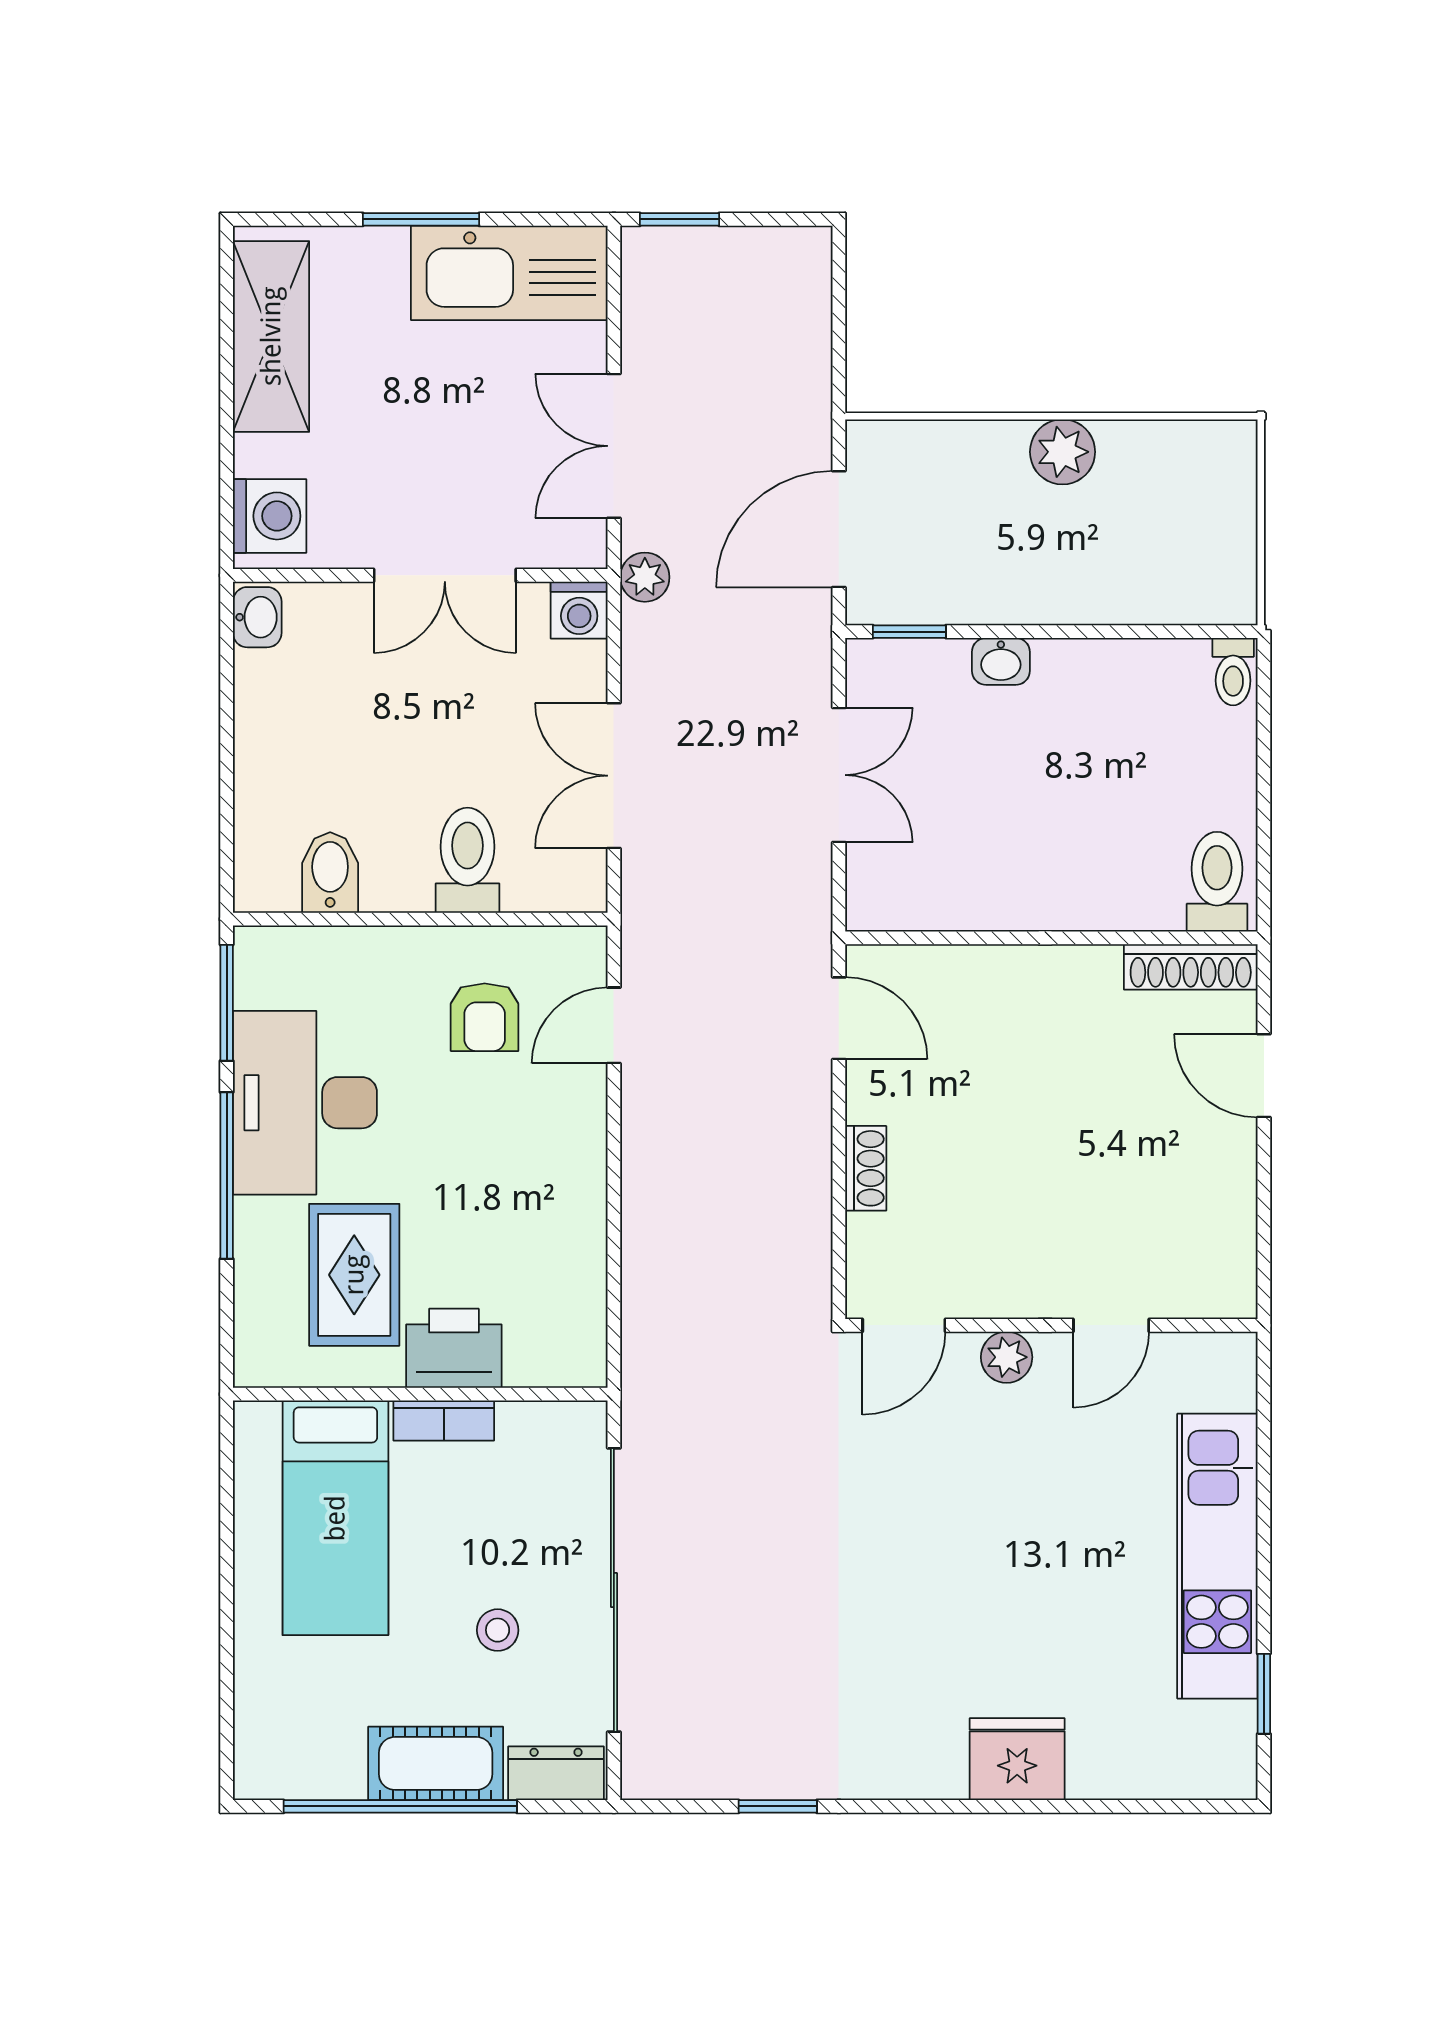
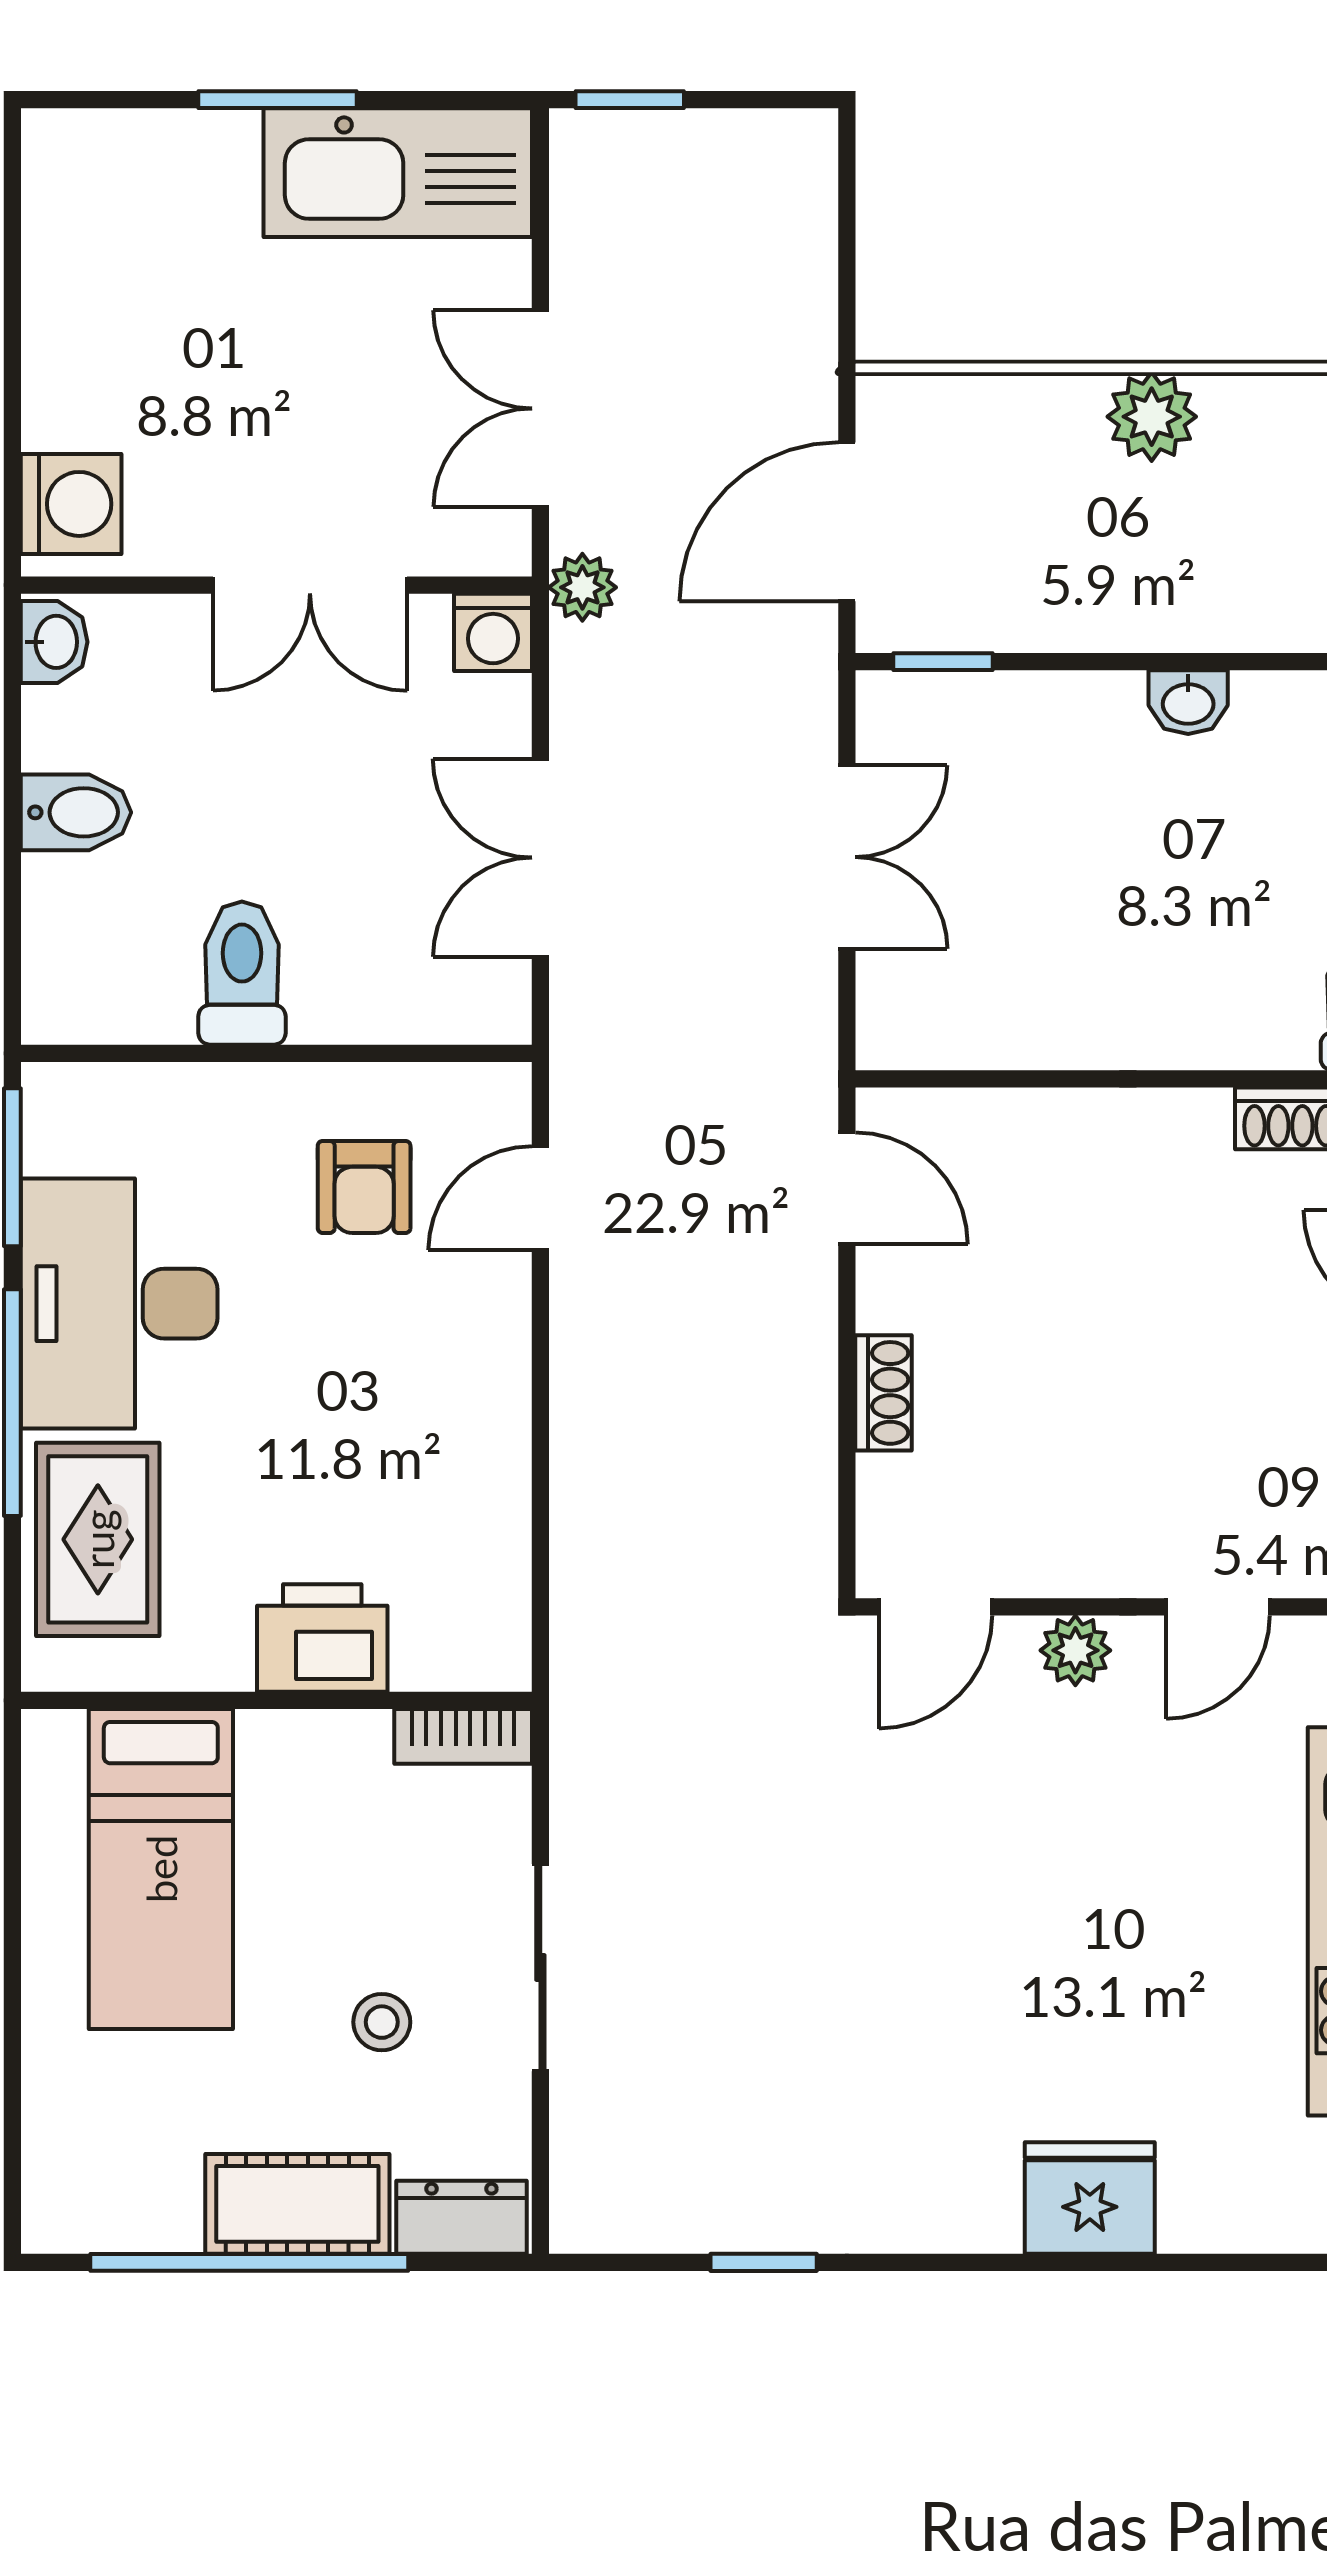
shelving: (271, 336) -> (73, 259), removed
washbasin: (1001, 661) -> (1188, 702), moved
toilet: (468, 860) -> (242, 973), moved
bidet: (330, 873) -> (76, 812), moved, turned 90
rug: (354, 1275) -> (98, 1539), moved
bookcase: (444, 1420) -> (463, 1736), moved
sliding door: (614, 1590) -> (540, 1968), width x0.54

